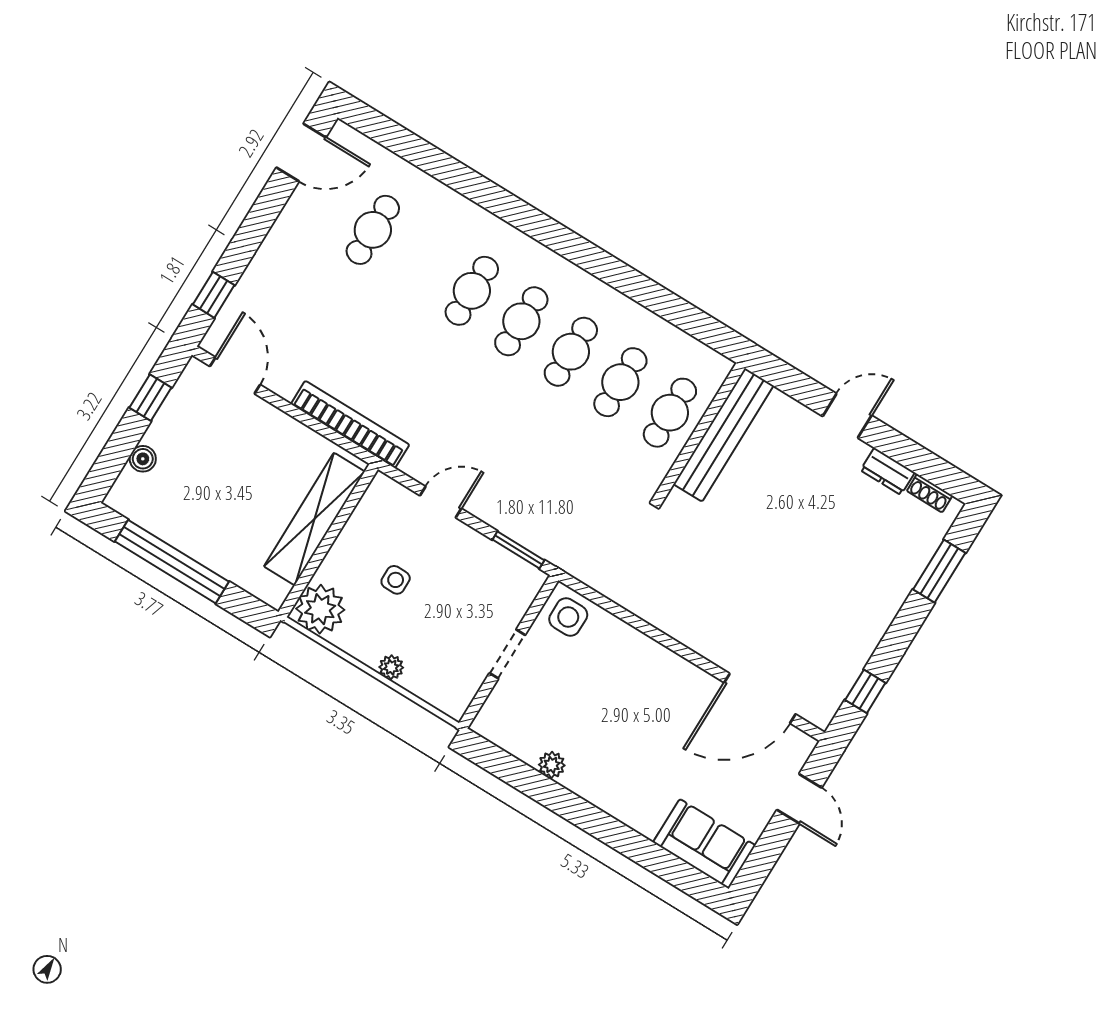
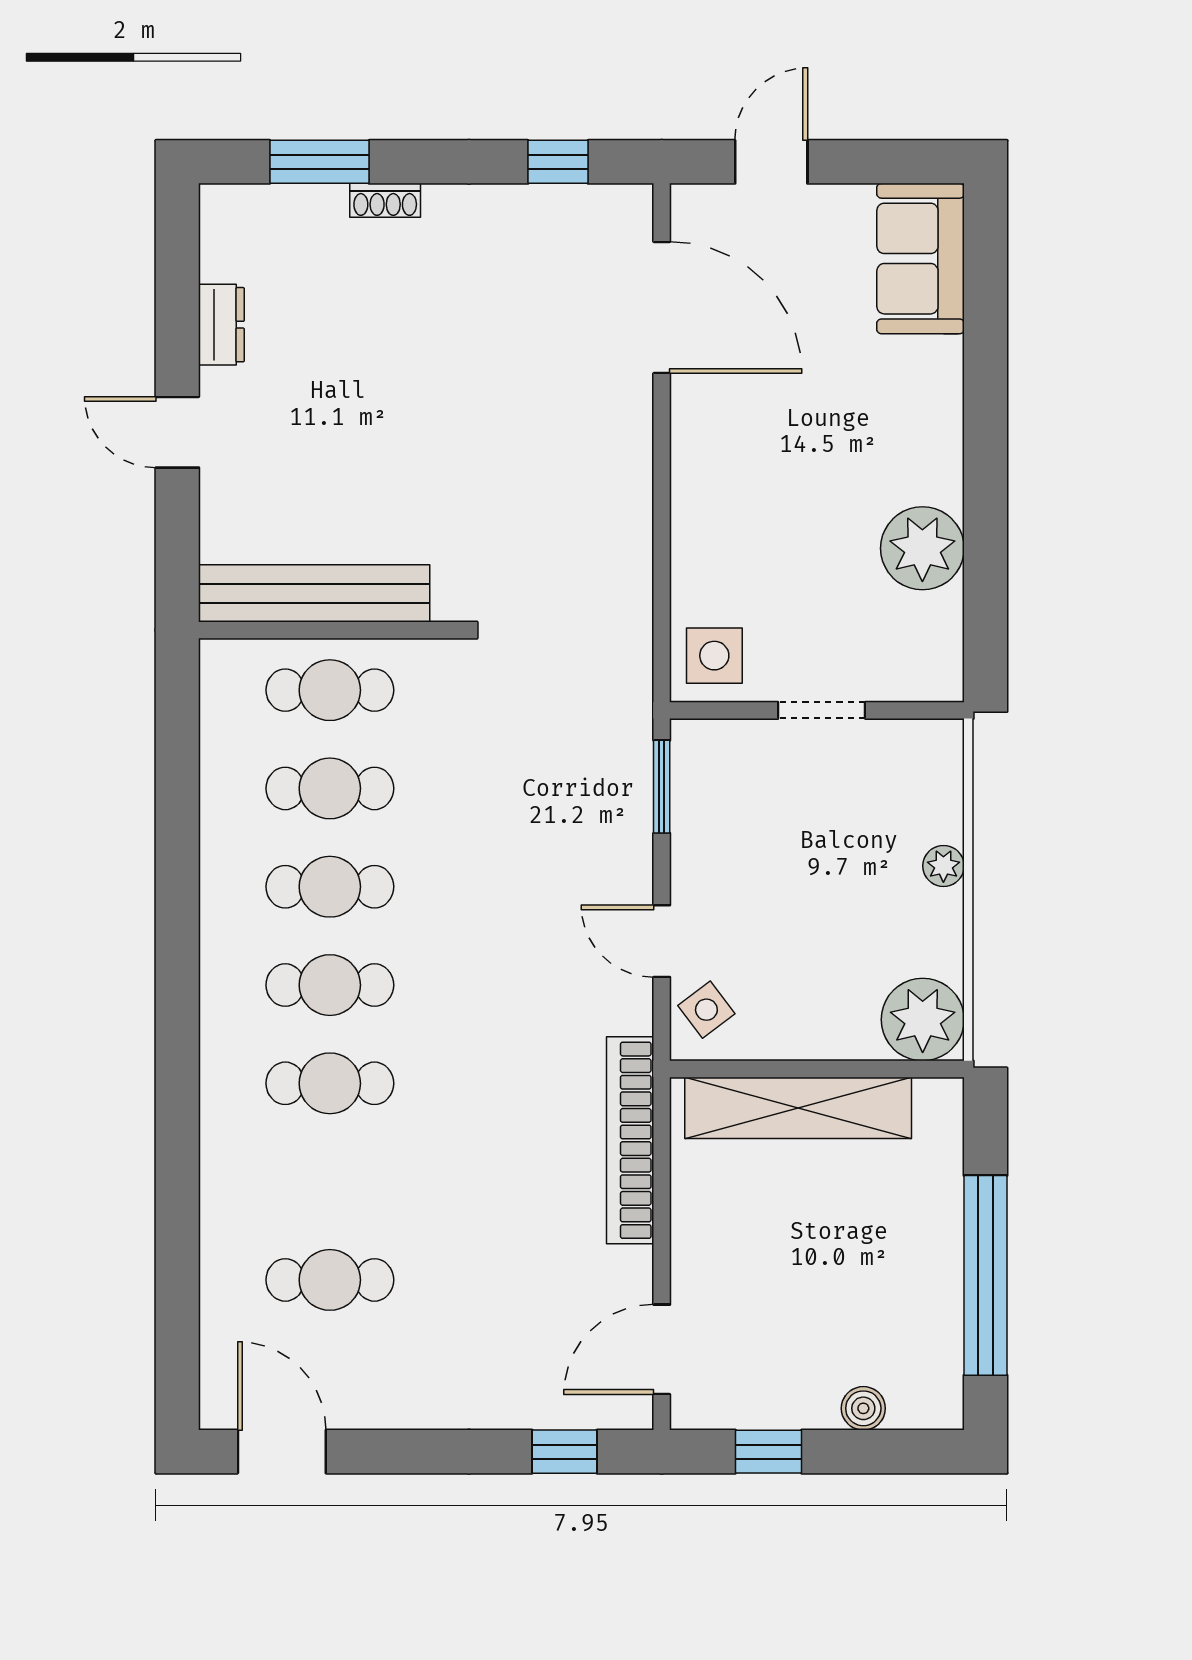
shoe rack: (930, 493) -> (385, 200), moved, turned 90
side table: (396, 580) -> (706, 1010), moved, turned -37
plant: (552, 765) -> (922, 548), width x1.88, depth x1.88

